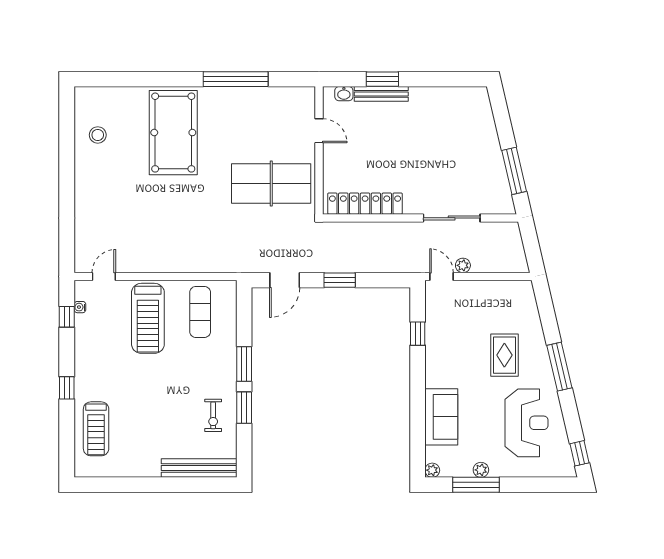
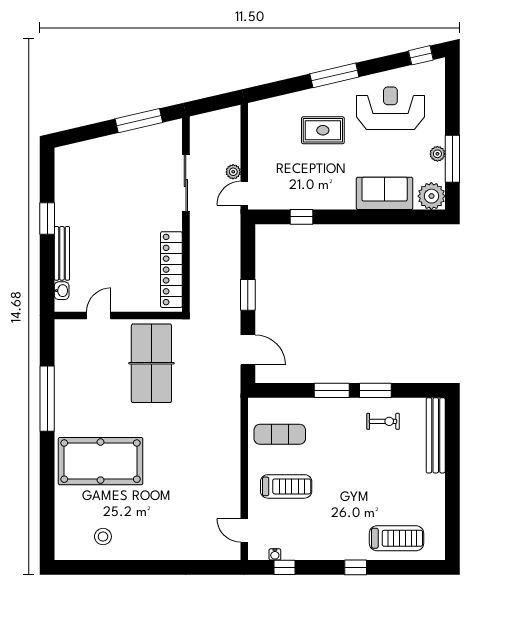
window: (382, 79) -> (47, 219), moved
treadmill: (148, 318) -> (286, 486), width x0.73, depth x0.73
plant: (432, 470) -> (431, 196), width x1.88, depth x1.88

